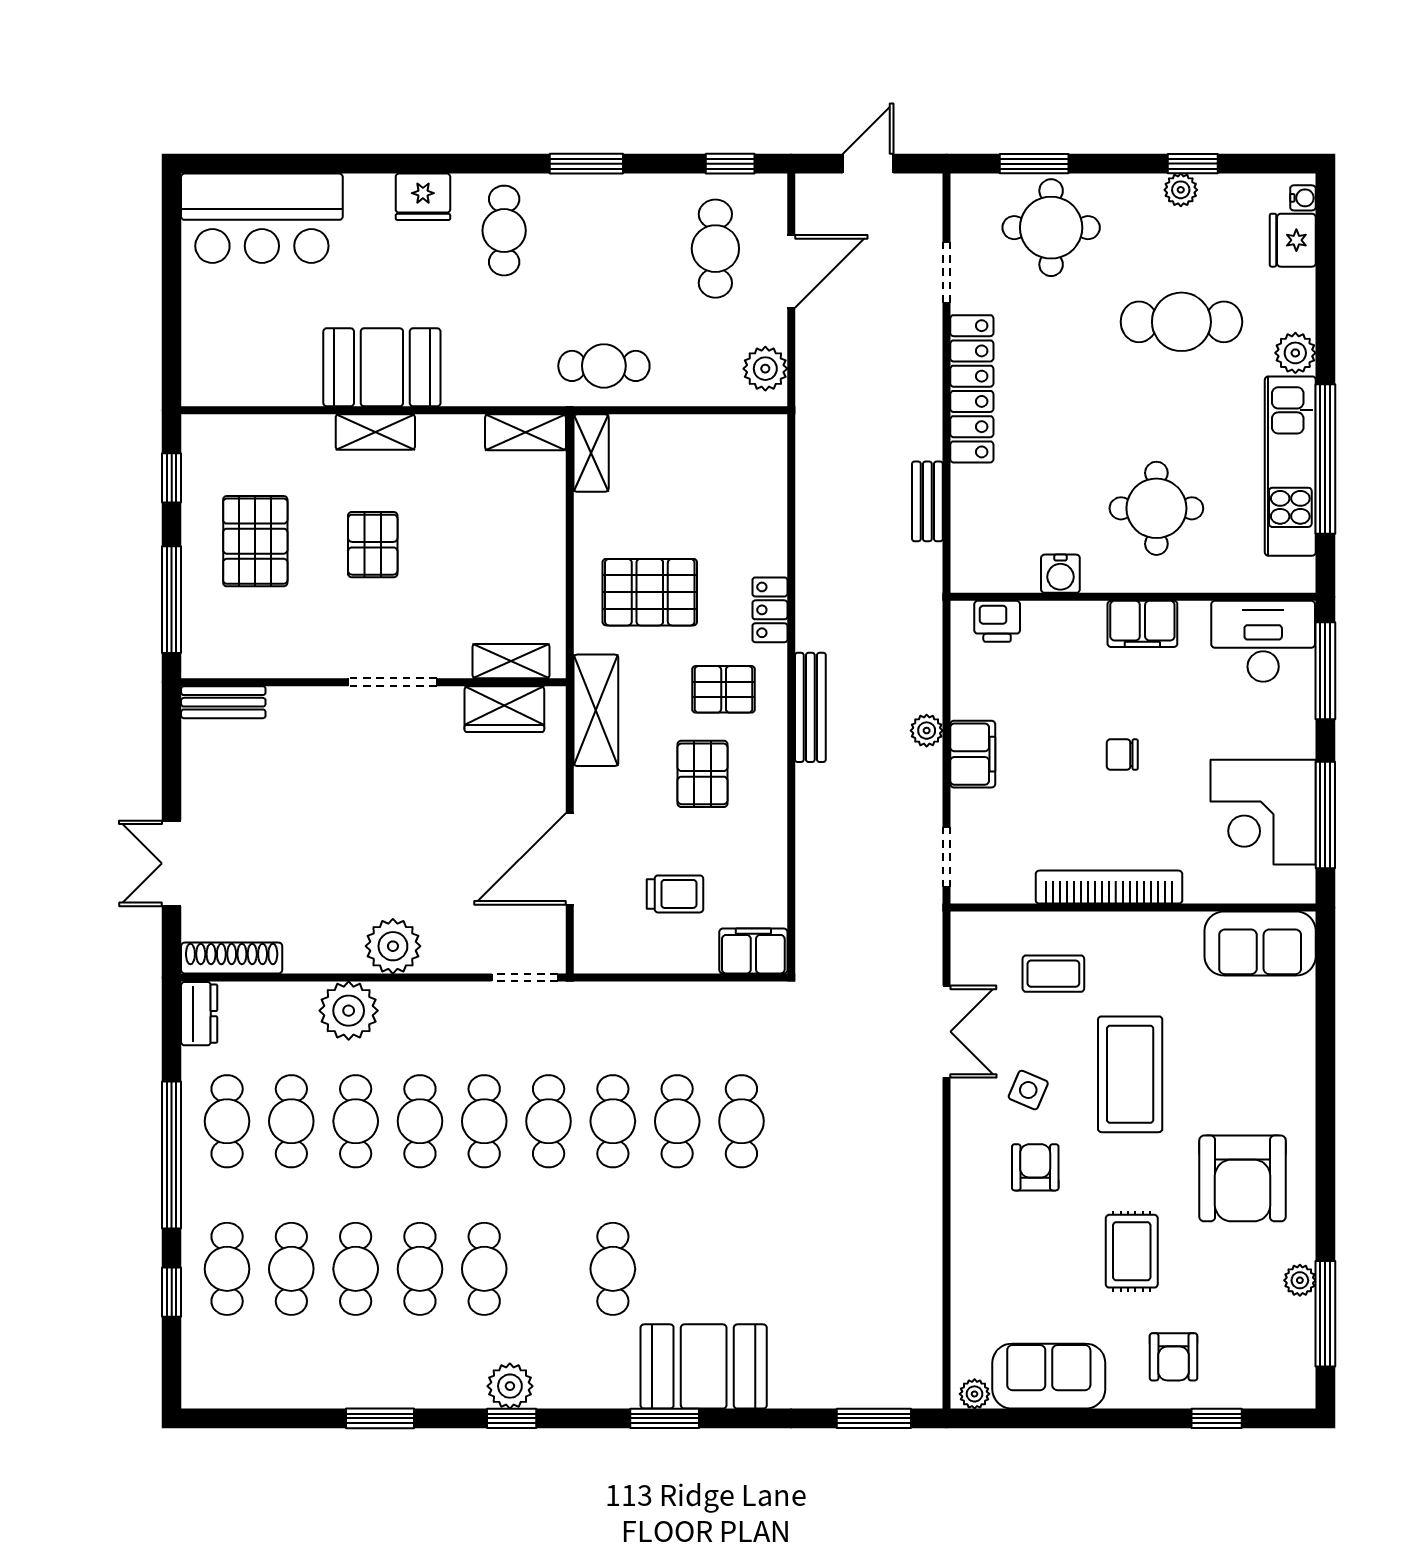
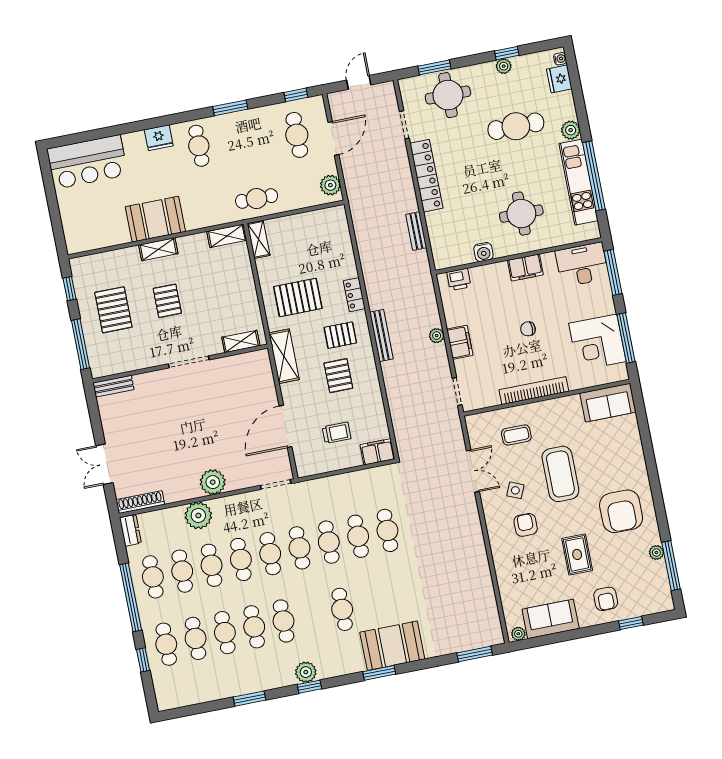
wardrobe: (504, 709) -> (242, 364), removed

